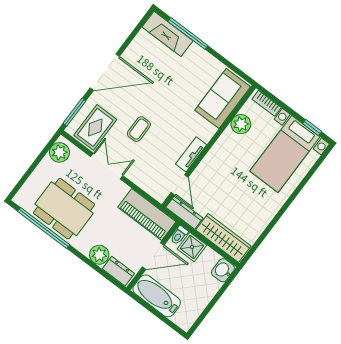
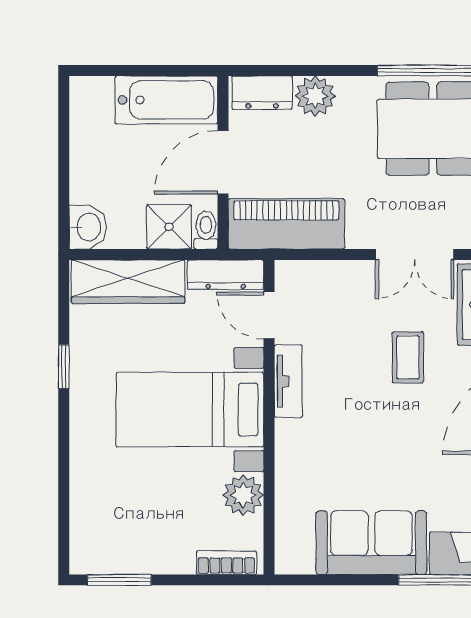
sofa: (223, 99) -> (371, 543), moved, turned -90
window: (312, 127) -> (119, 580), width x1.50
bed with nightstands: (285, 154) -> (190, 410), moved, turned -90
window: (272, 224) -> (64, 367), added

